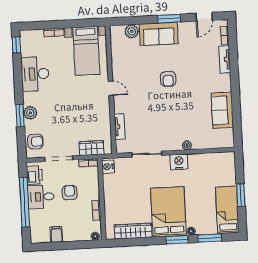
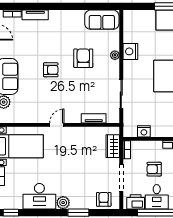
sofa: (222, 110) -> (102, 20), moved
armchair: (182, 112) -> (83, 58), added
plant: (30, 113) -> (63, 203), moved
nightstand: (179, 162) -> (130, 51), moved
nightstand: (108, 167) -> (144, 131), moved

